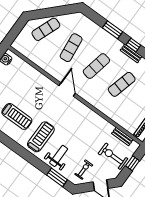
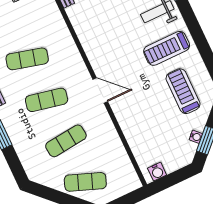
door: (67, 89) -> (100, 90), swing flipped

